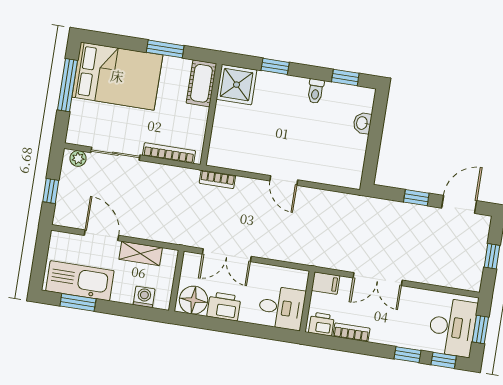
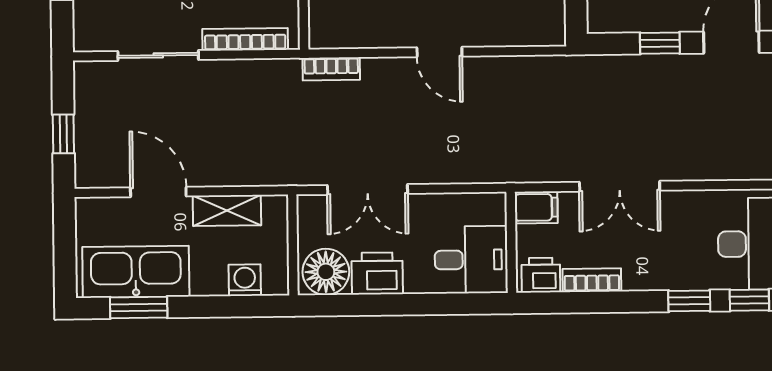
plant: (78, 158) -> (99, 73), removed

